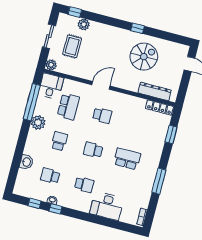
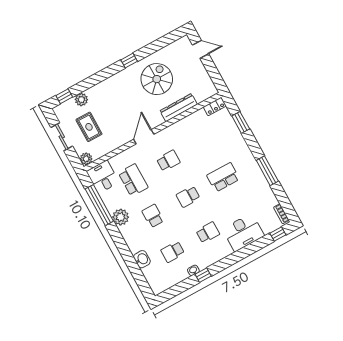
dresser: (155, 91) -> (179, 108), moved
locker: (160, 108) -> (215, 106), width x0.66
window: (34, 203) -> (278, 234), moved

